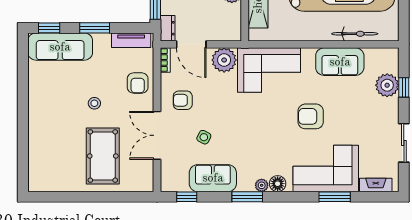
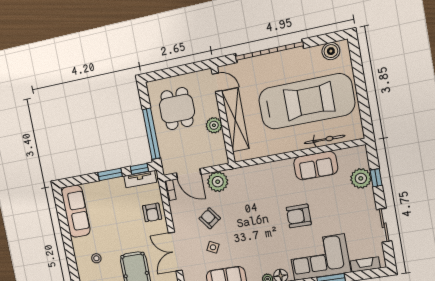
window: (49, 28) -> (139, 169), moved
dresser: (168, 28) -> (167, 164), removed
sofa: (60, 47) -> (76, 211), moved, turned -90
corner sofa: (269, 70) -> (256, 183), removed
armchair: (183, 100) -> (210, 218), moved, turned 54
stool: (94, 103) -> (96, 258), moved

